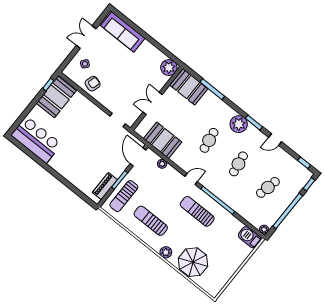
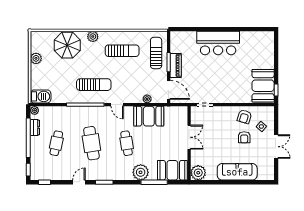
sofa: (123, 32) -> (237, 172), moved
armchair: (107, 66) -> (244, 137), added
plant: (239, 124) -> (141, 172), moved
bar counter: (36, 140) -> (218, 43), moved
booth: (163, 140) -> (149, 116), moved
cafe table: (238, 164) -> (91, 143), width x1.37, depth x1.35
door: (191, 179) -> (117, 105), hinge flipped
piano: (105, 186) -> (176, 66), moved
dresser: (275, 215) -> (35, 128), added
plant: (228, 272) -> (36, 58), added

